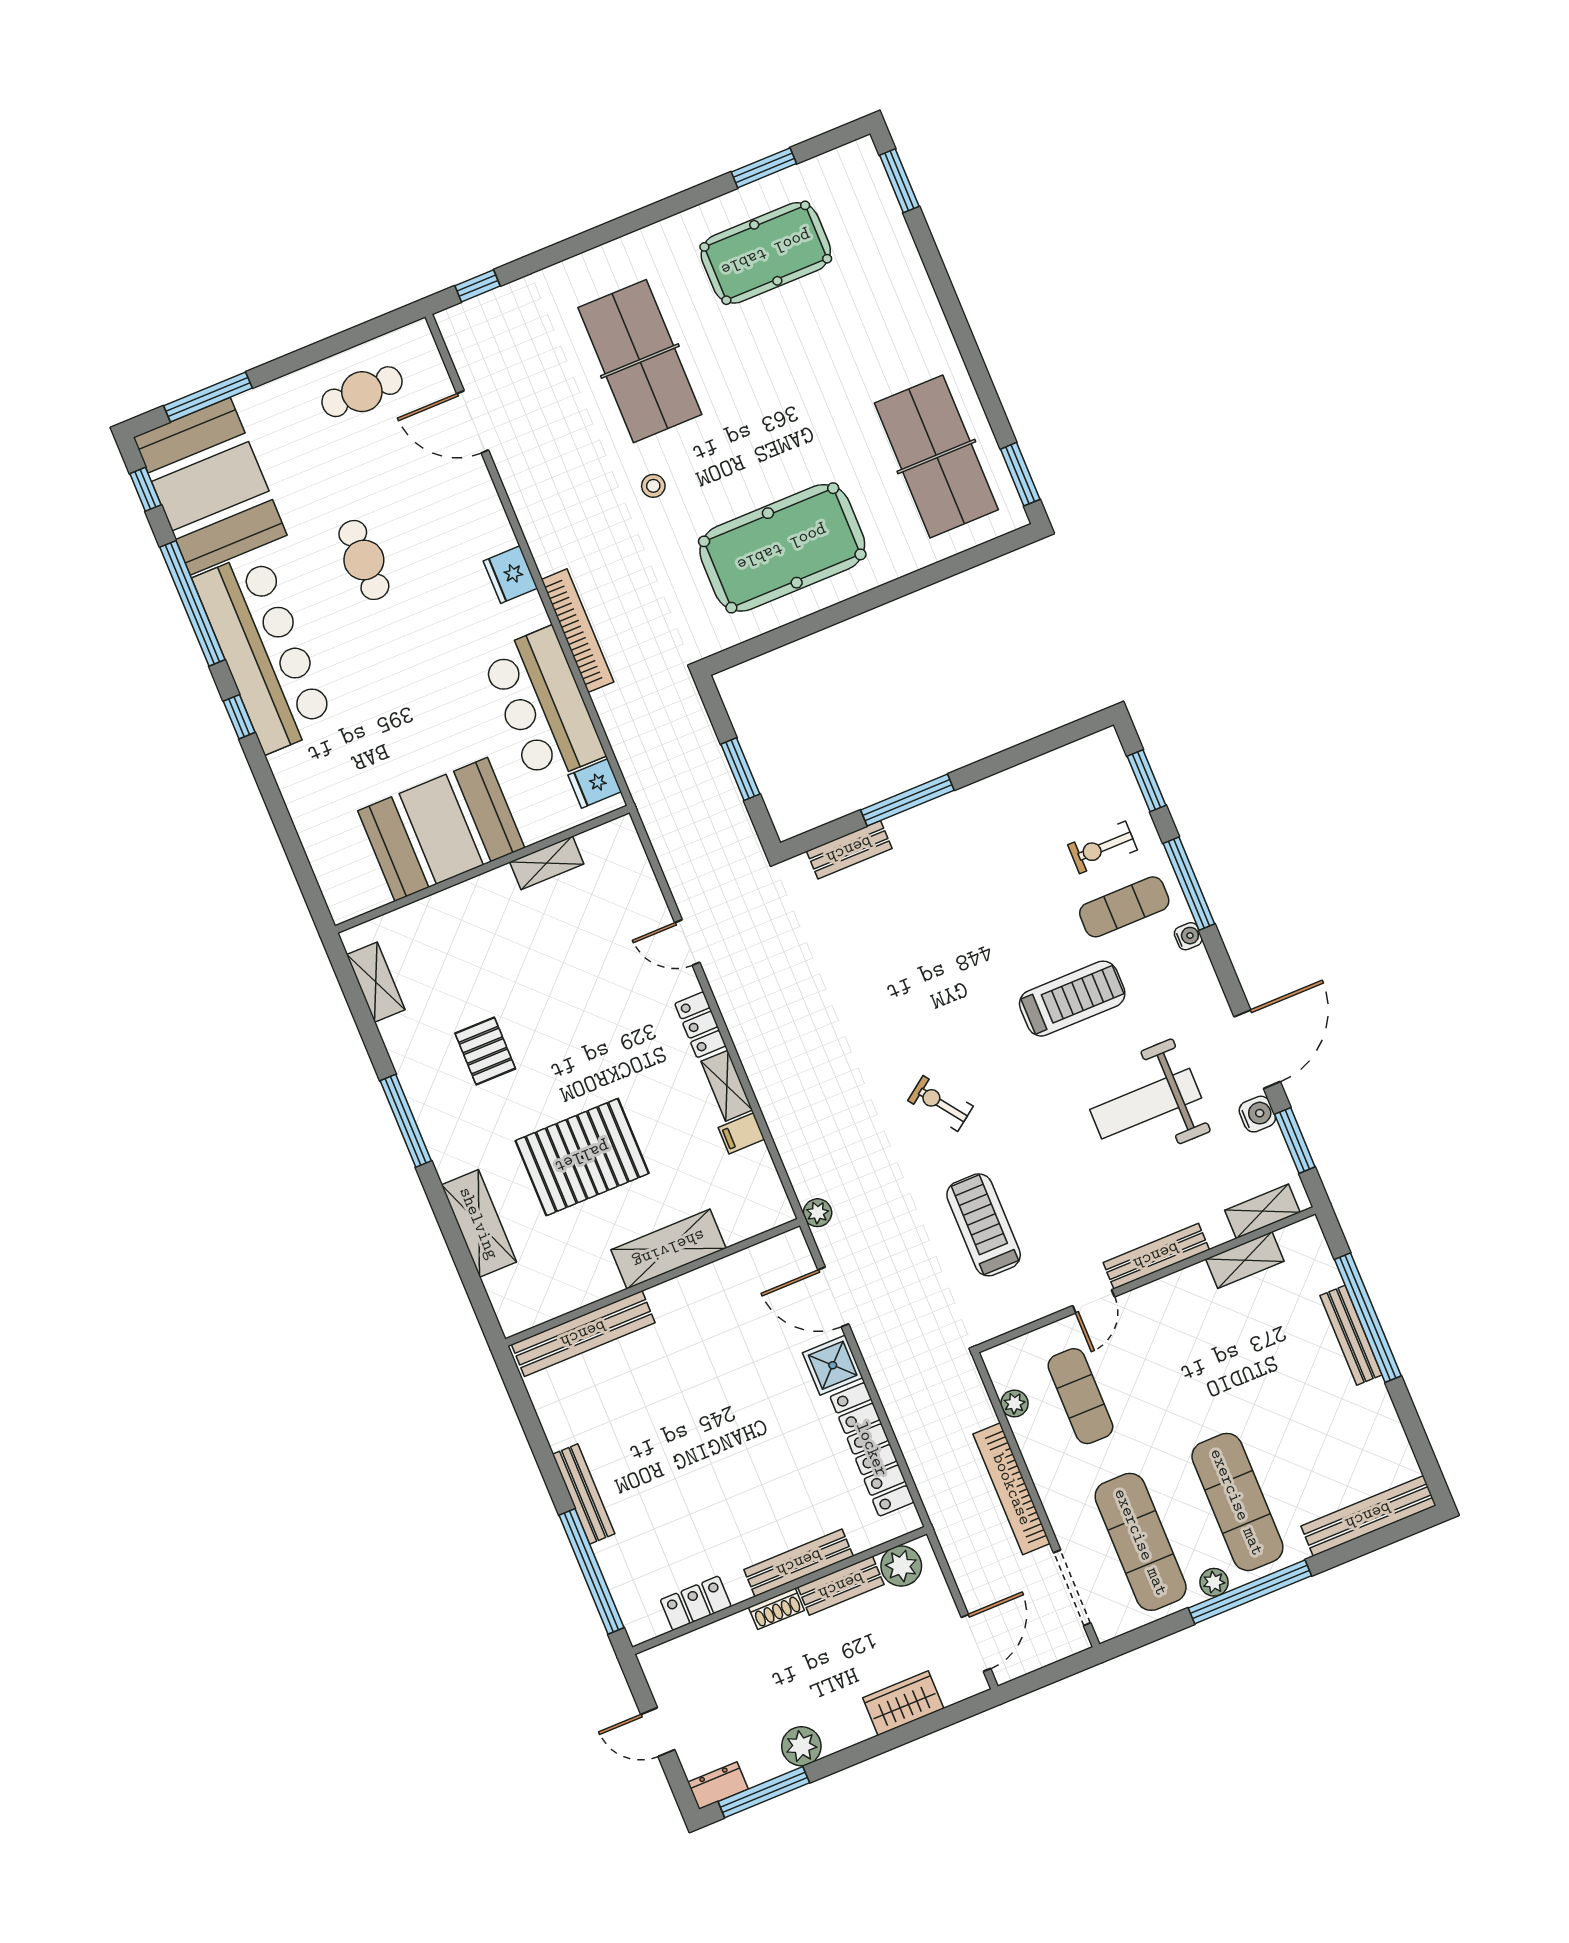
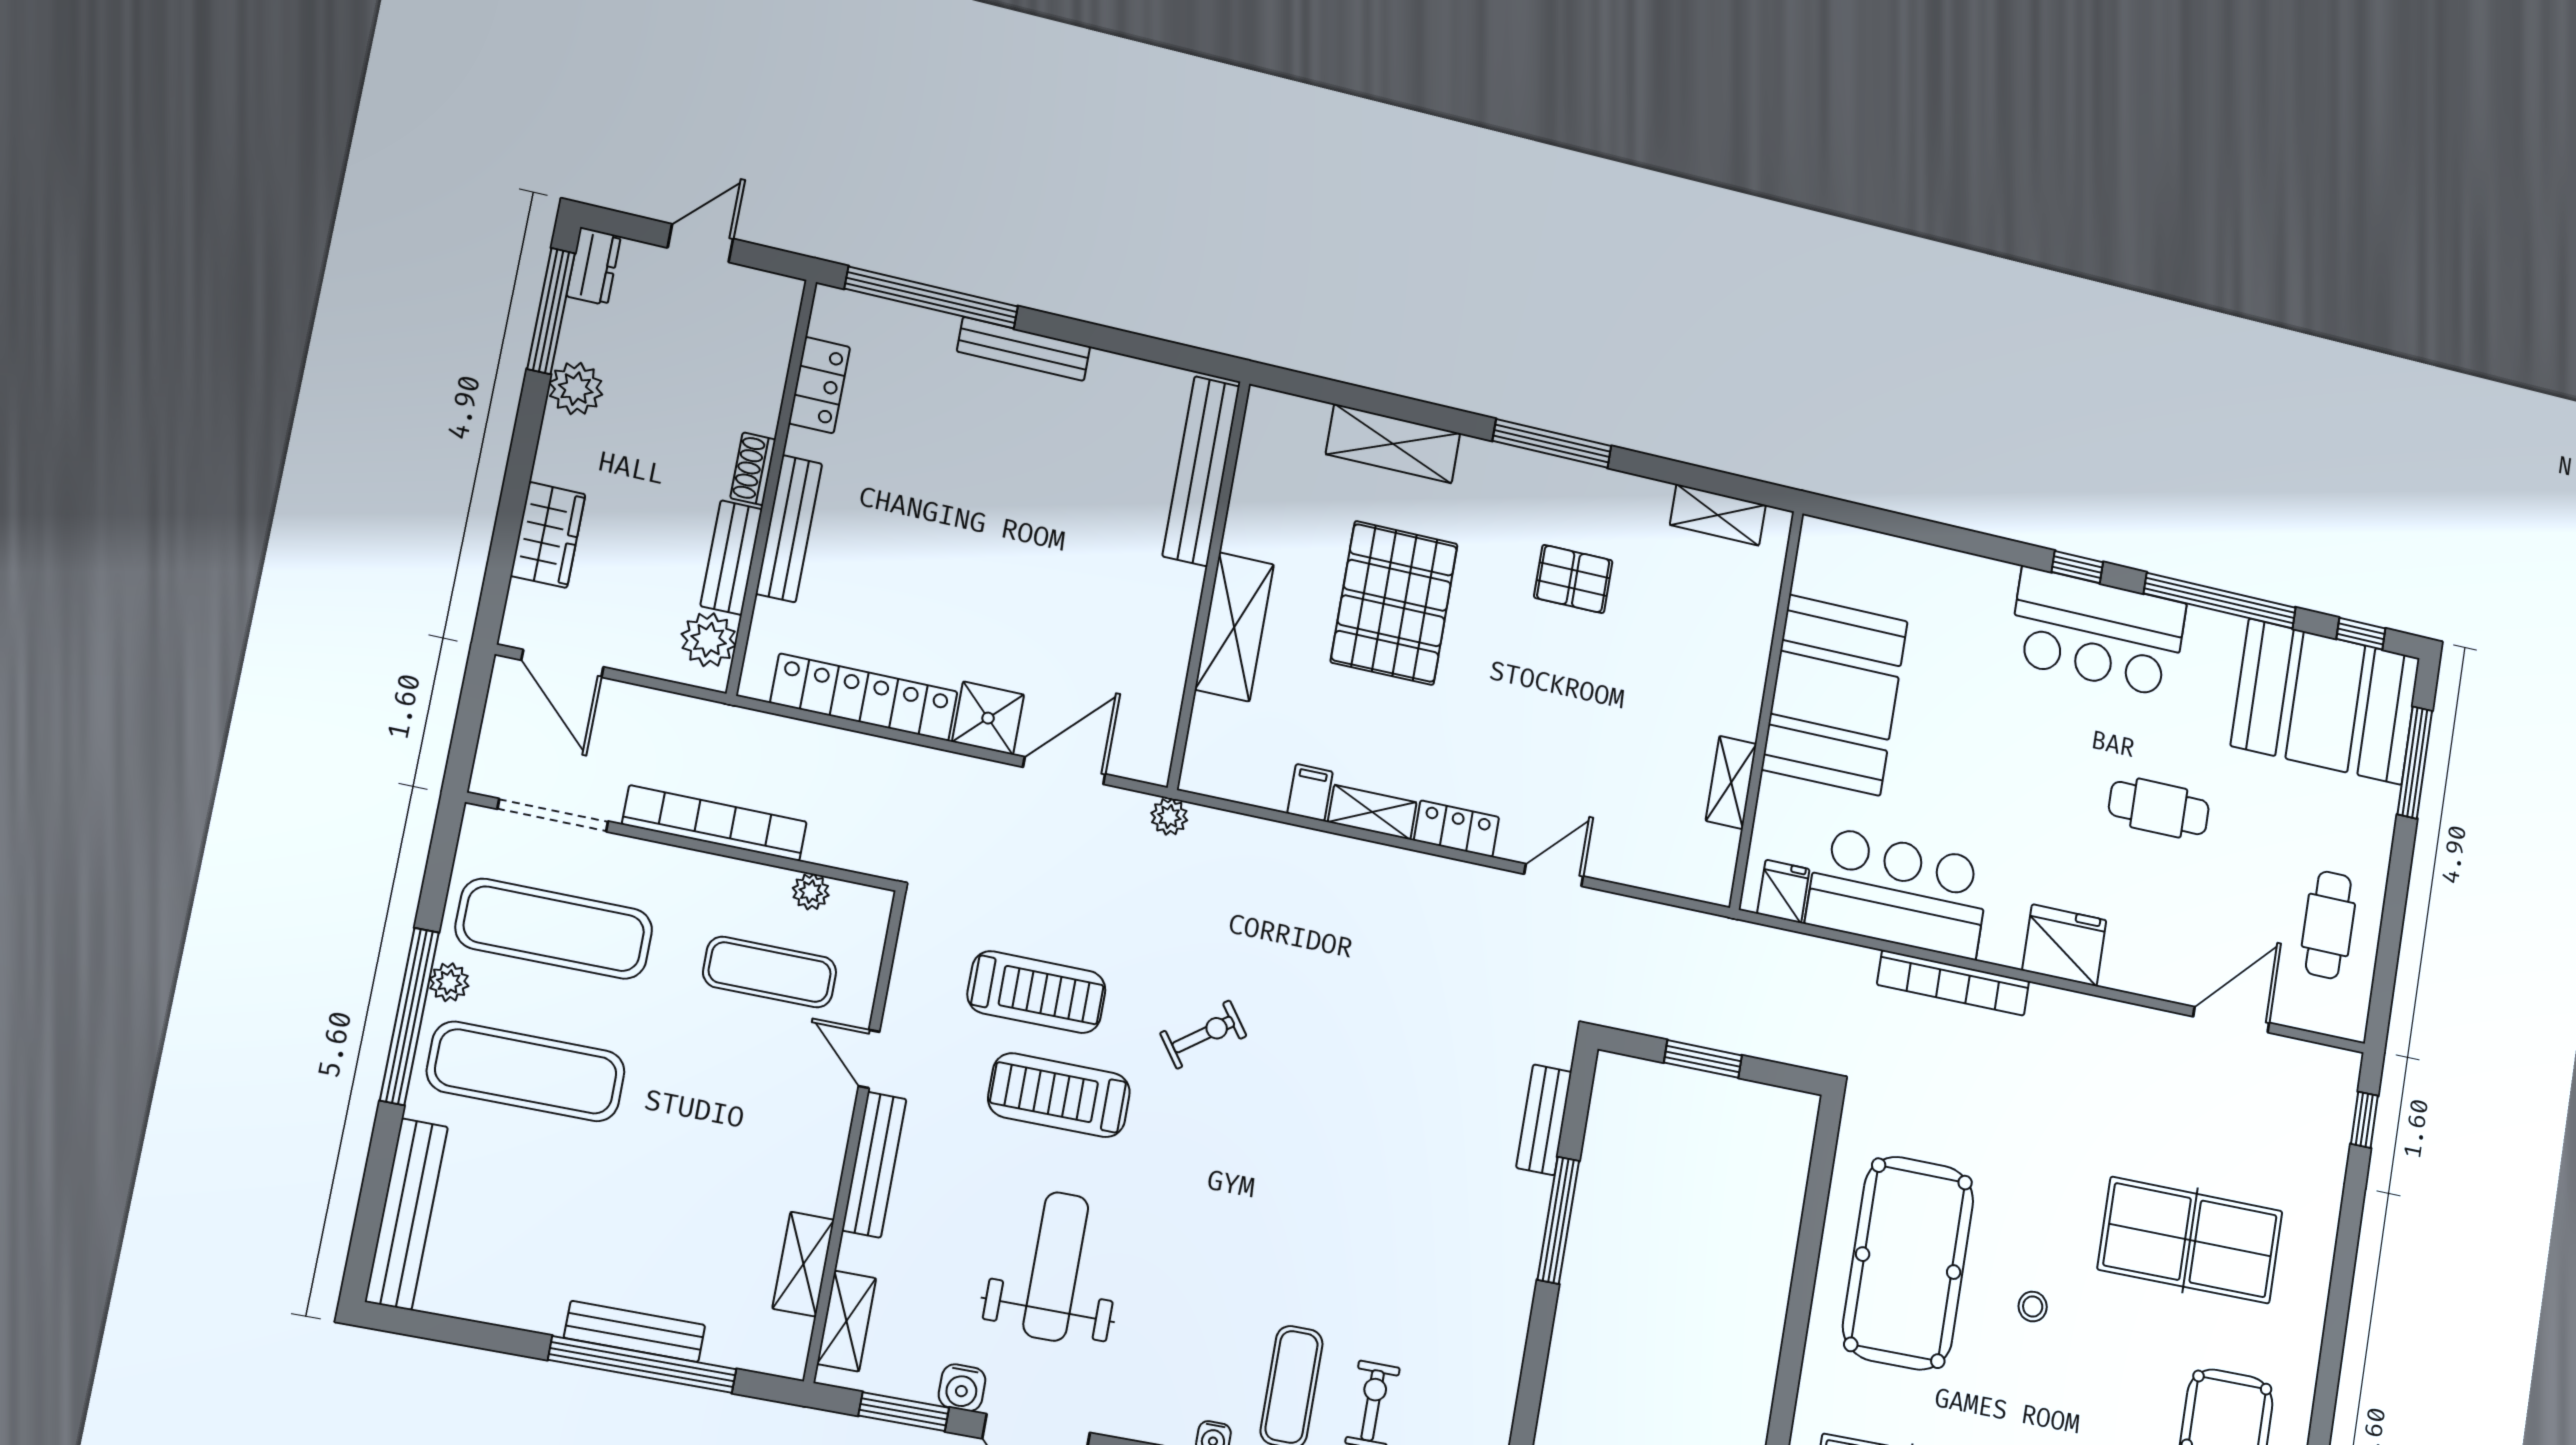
stool: (653, 486) -> (2033, 1307), moved
fridge: (510, 575) -> (2064, 945), width x1.36, depth x1.34
bar counter: (264, 652) -> (2098, 632), width x0.73
treadmill: (1072, 999) -> (1059, 1095), moved, turned 90

